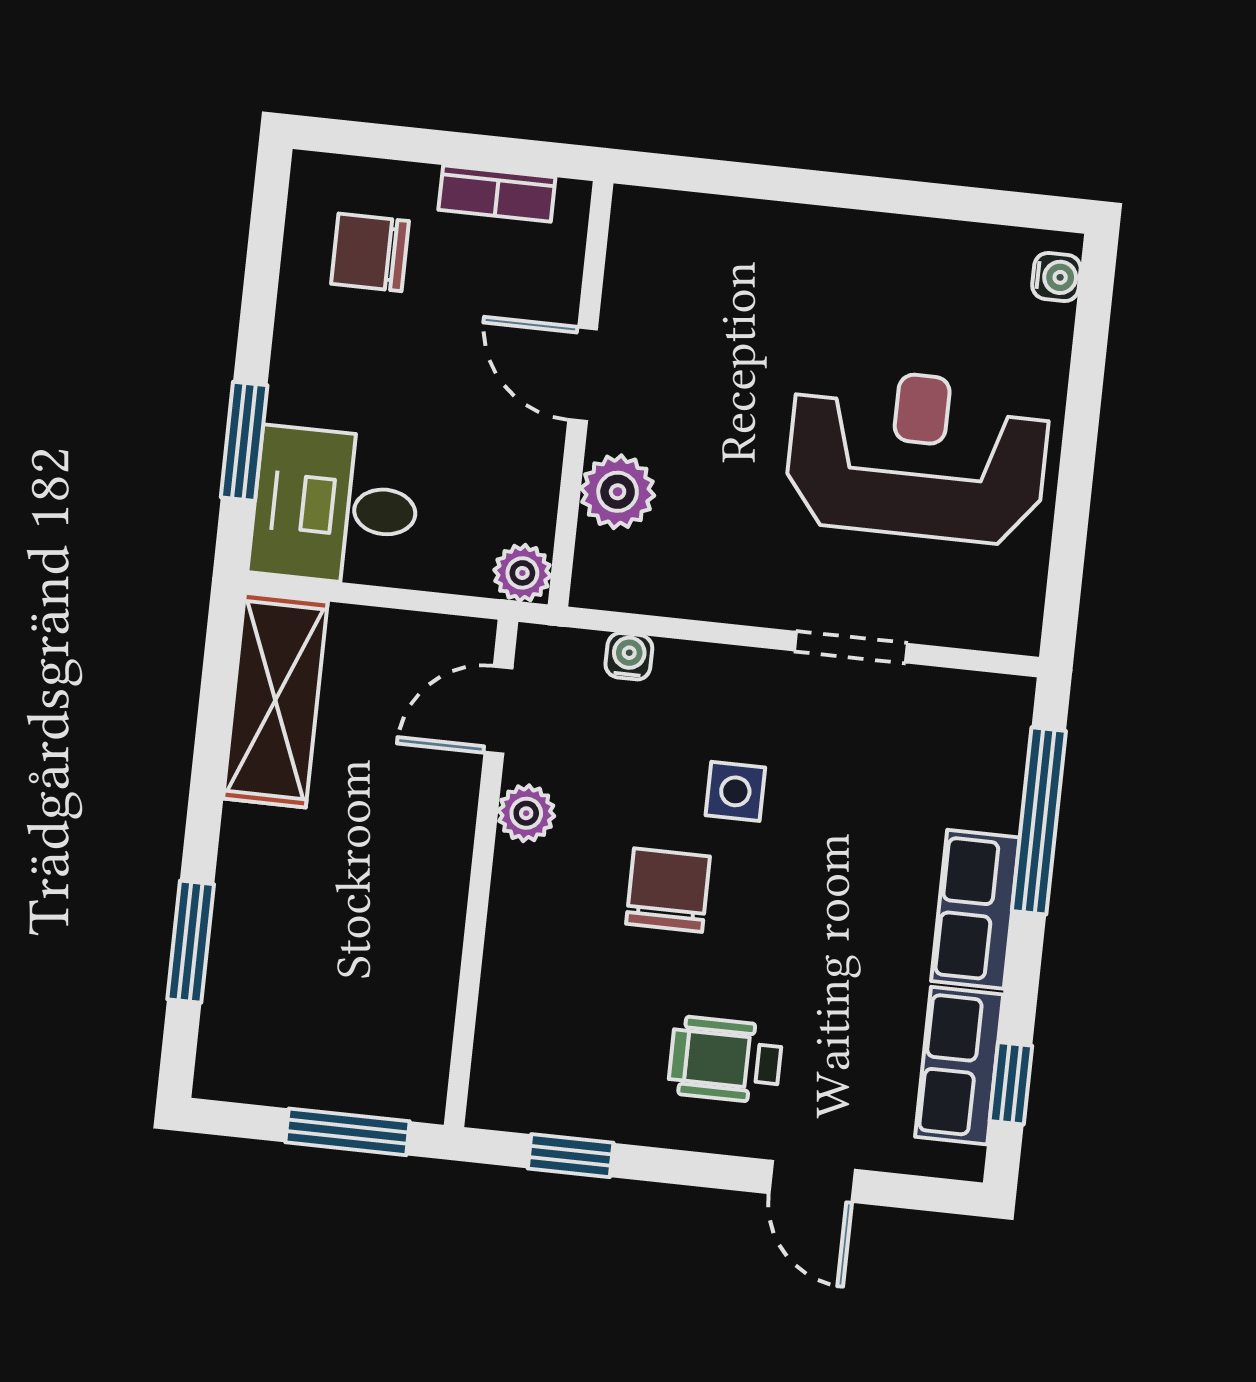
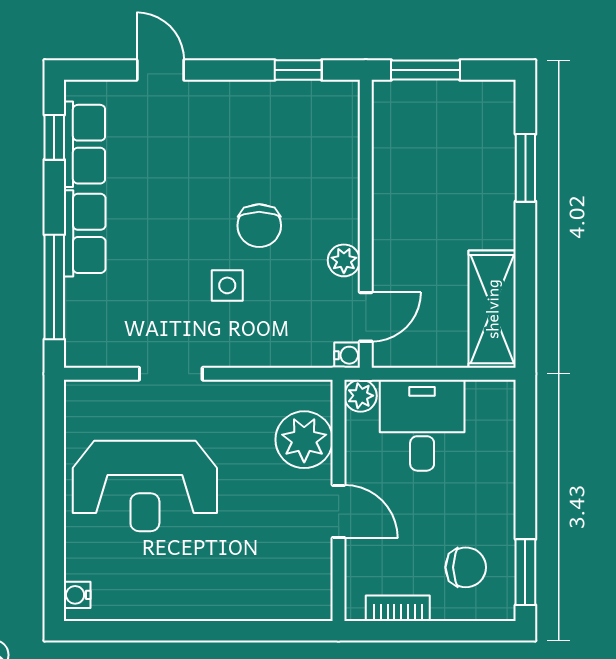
window: (244, 441) -> (525, 572), moved
plant: (618, 492) -> (304, 440), width x1.36, depth x1.36
desk: (335, 507) -> (422, 425), moved, turned -90
water cooler: (629, 656) -> (347, 355), moved, turned -90
wheelchair: (725, 1060) -> (217, 133), removed

